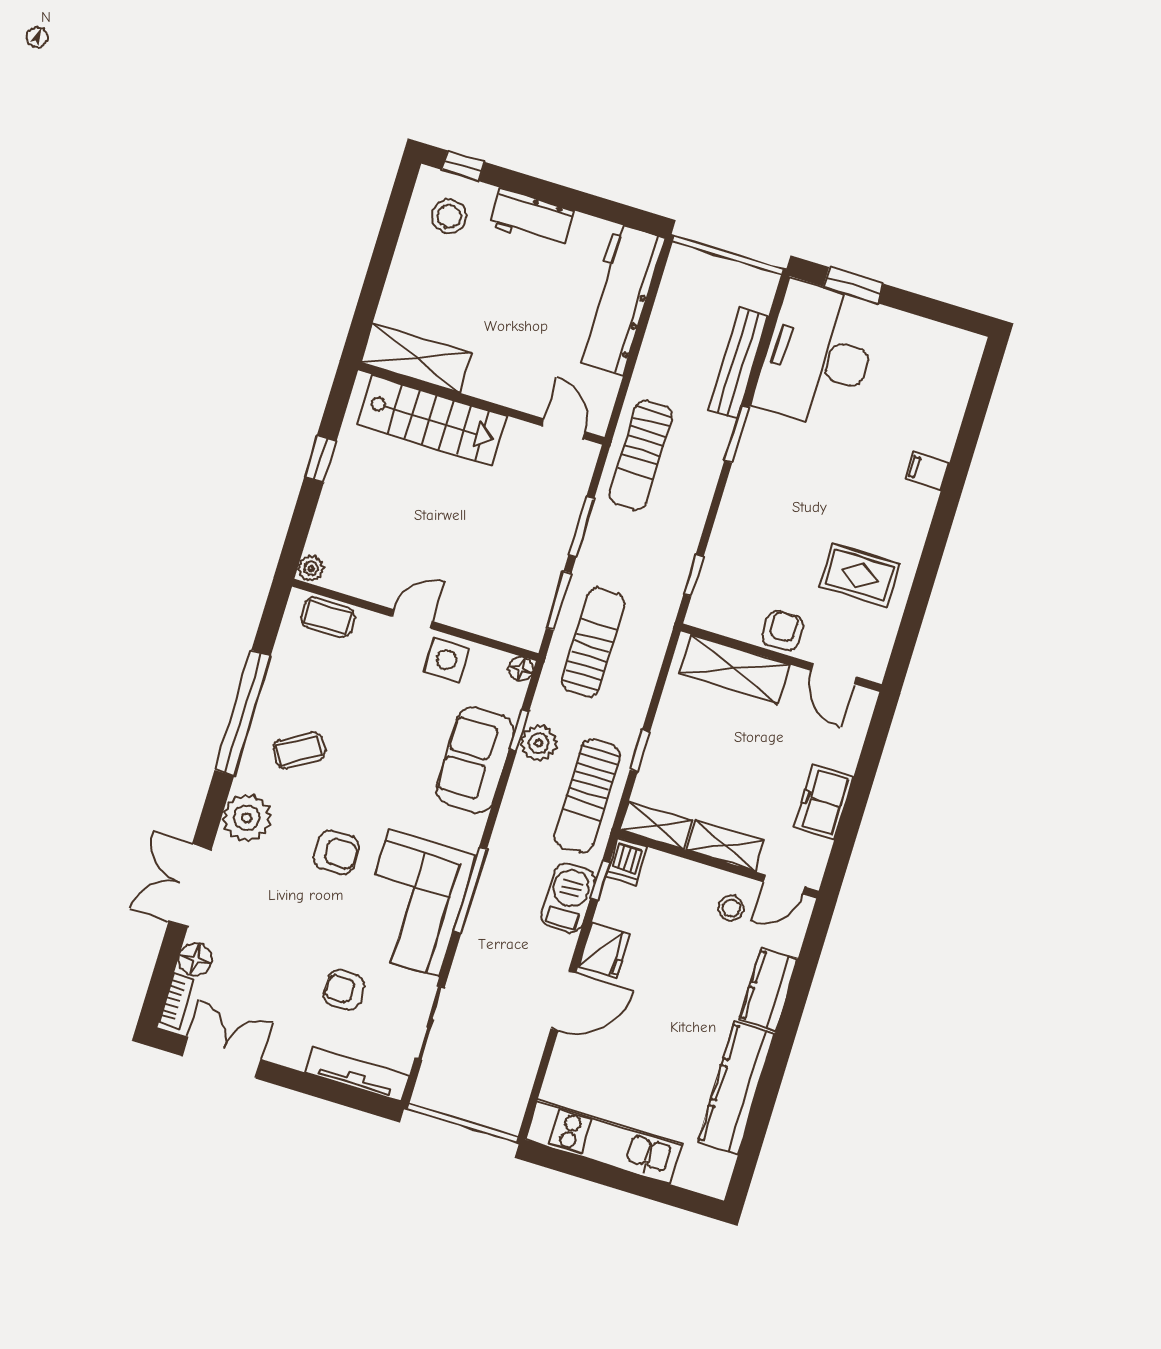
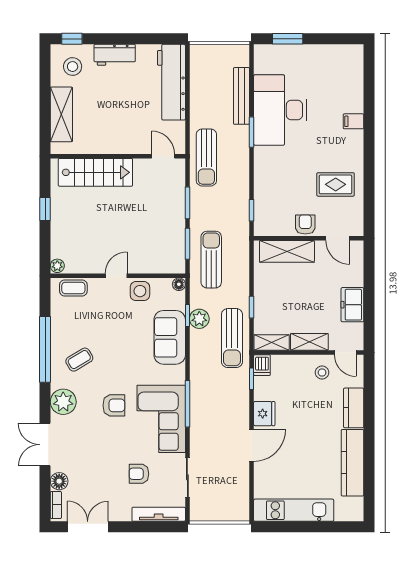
desk: (817, 356) -> (280, 110), moved
shelving: (416, 358) -> (61, 114), moved, turned 90
door: (784, 884) -> (345, 352), hinge flipped
barbecue: (568, 898) -> (238, 393), removed

